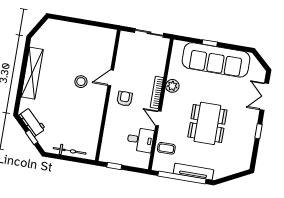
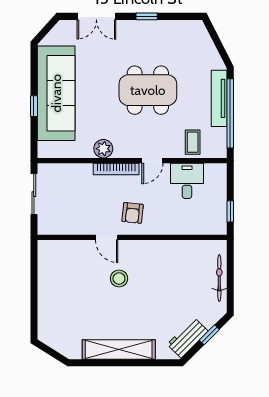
armchair: (125, 99) -> (133, 213), turned -84

